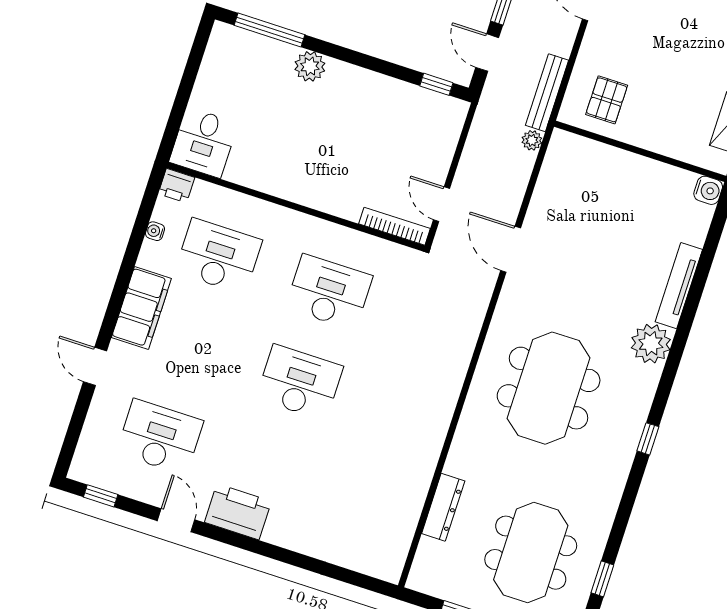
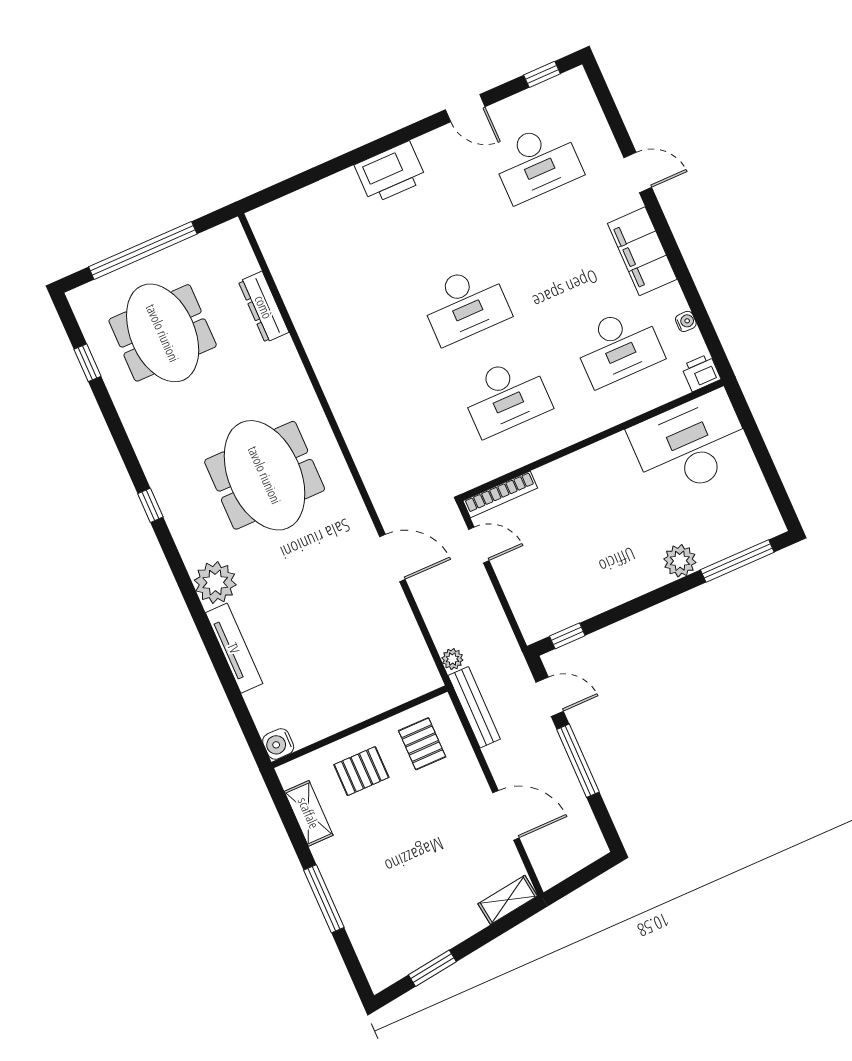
pallet: (667, 119) -> (361, 771), added
desk: (204, 142) -> (691, 444), width x1.87, depth x1.30
printer: (238, 512) -> (390, 173), moved

